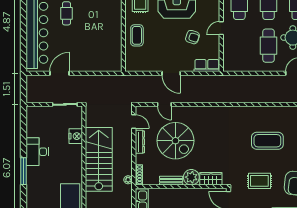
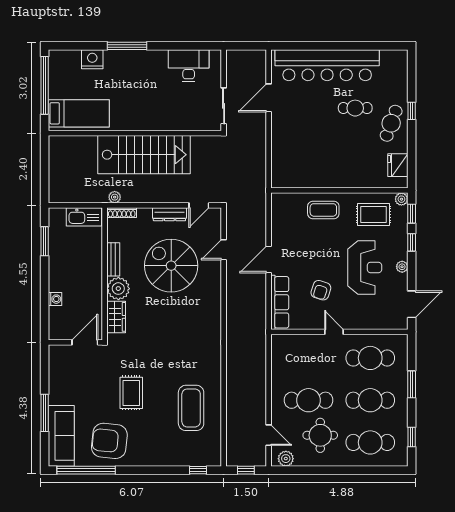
row of seats: (207, 66) -> (280, 302), width x1.48
door: (59, 73) -> (269, 98), swing flipped
nightstand: (76, 136) -> (92, 59), moved, turned 180
spiral stairs: (175, 141) -> (171, 266), turned 90
coffee table: (267, 141) -> (191, 408), moved
desk: (37, 152) -> (189, 66), moved
rug: (259, 181) -> (131, 393), moved

